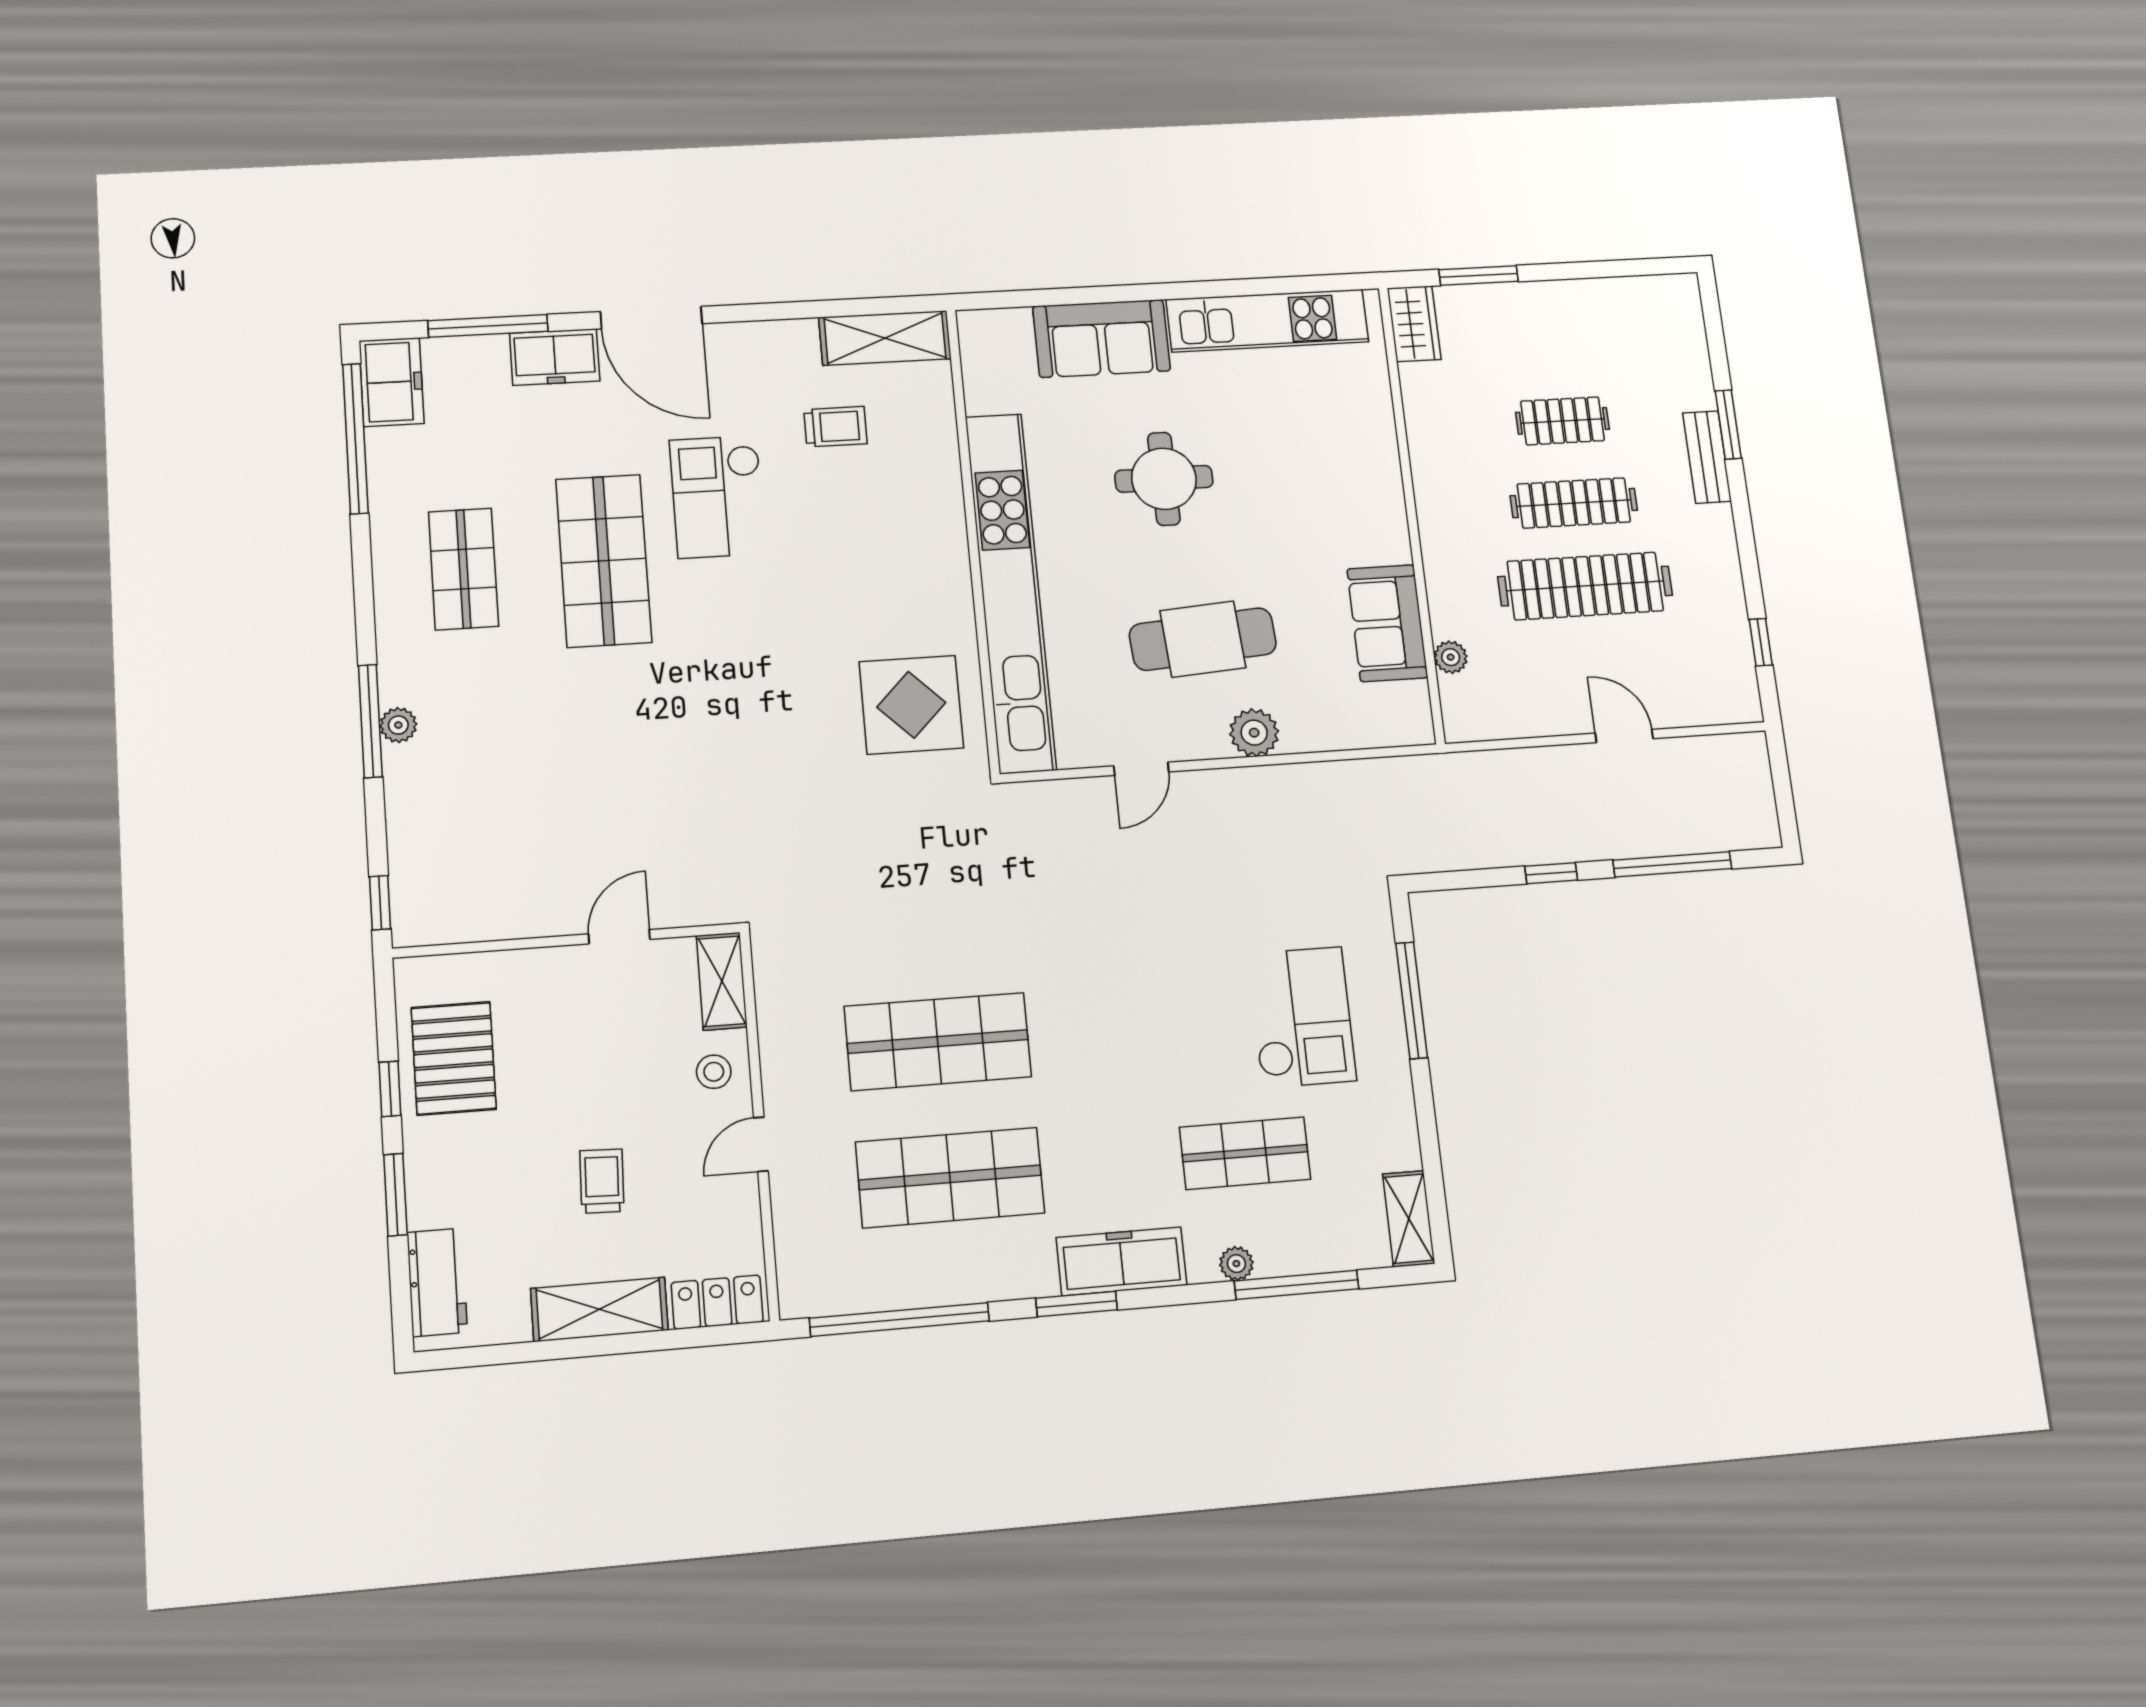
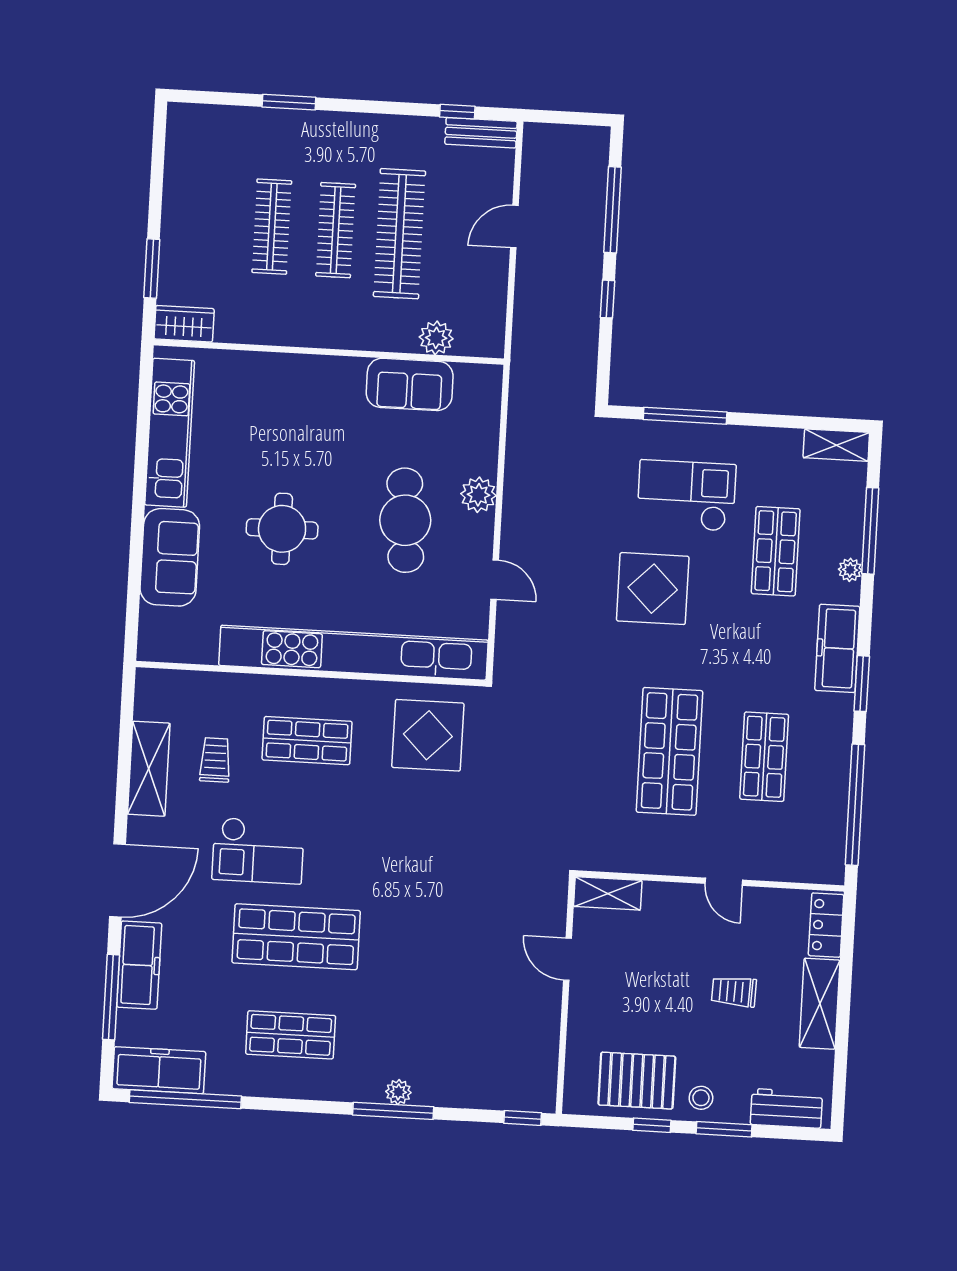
shelving: (885, 338) -> (149, 769), moved
freezer: (555, 357) -> (139, 965), width x1.40
freezer: (392, 382) -> (159, 1070), width x1.40
clothes rail: (1562, 421) -> (272, 227), width x1.36
bench: (1707, 457) -> (481, 133), moved
shop shelf: (880, 544) -> (307, 741), added
plant: (1451, 657) -> (436, 338), width x1.38, depth x1.38
display table: (1164, 987) -> (653, 589), added
stool: (714, 1072) -> (701, 1098), moved
shop shelf: (950, 1178) -> (764, 757), width x0.70, depth x0.74

